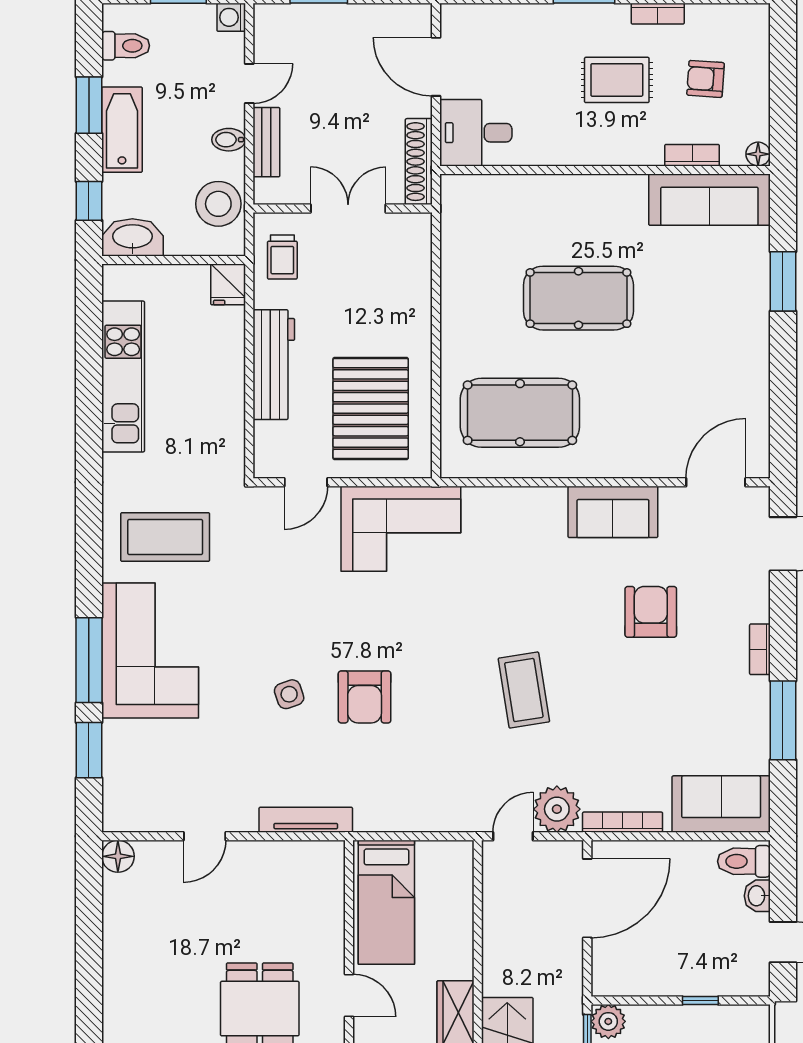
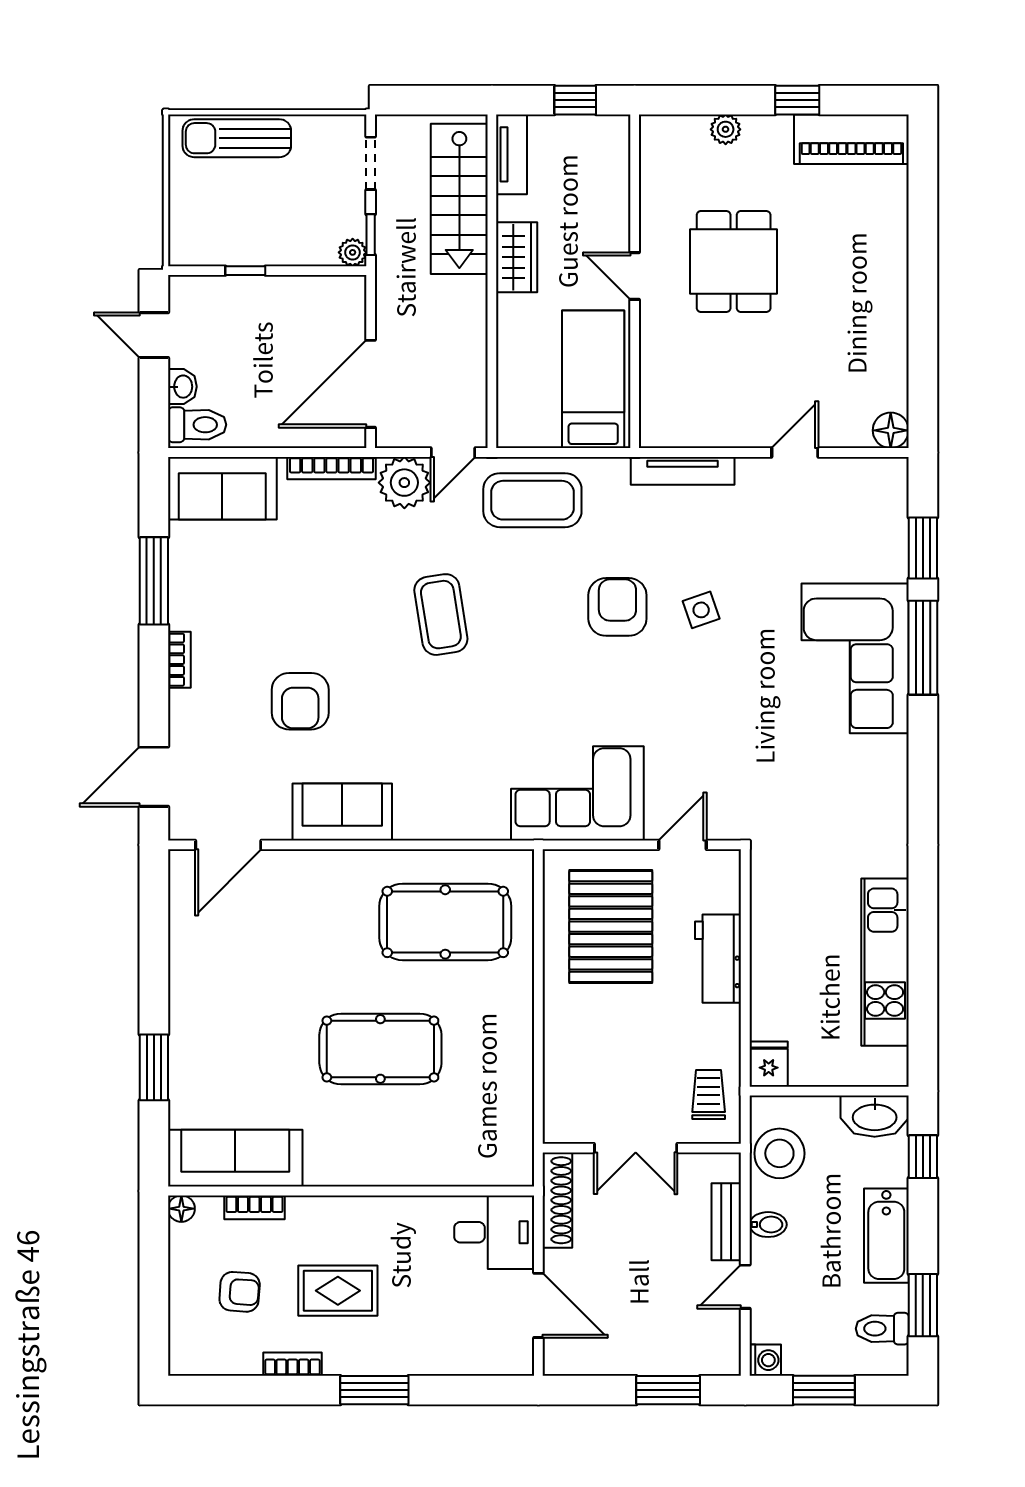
window: (89, 105) -> (923, 1305), moved
workbench: (274, 365) -> (718, 959), width x0.73
coffee table: (165, 537) -> (532, 500), moved
plant: (608, 1021) -> (353, 252), width x0.73, depth x0.73

